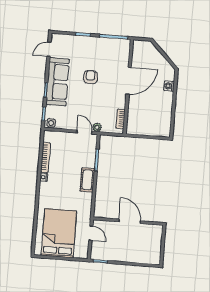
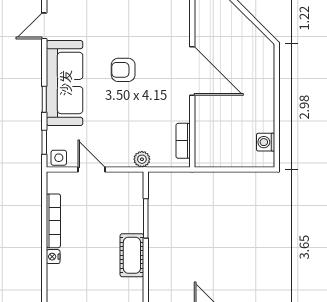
armchair: (91, 77) -> (123, 70), turned -90
door: (129, 81) -> (192, 71), hinge flipped
washing machine: (169, 86) -> (266, 142), moved
door: (84, 132) -> (91, 169), moved

